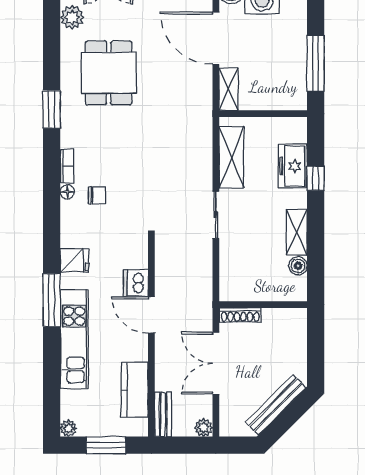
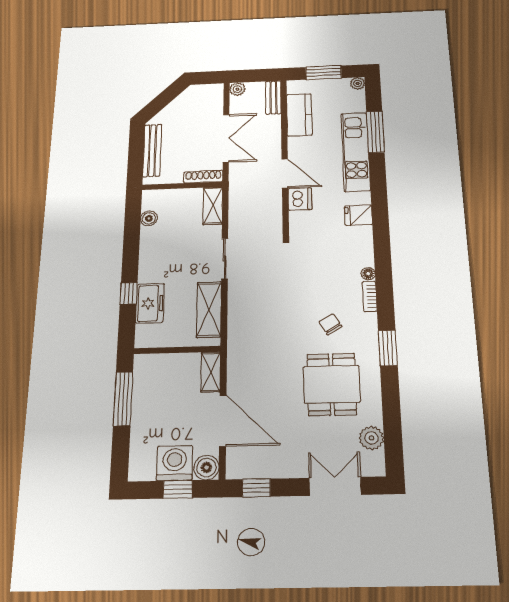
chair: (97, 195) -> (330, 324), moved, turned 59
shelving: (297, 232) -> (213, 206), moved
window: (52, 300) -> (375, 132), moved
bench: (276, 405) -> (152, 150), moved, turned -45

